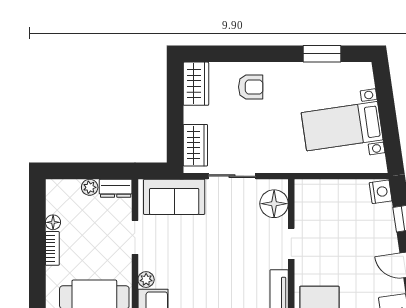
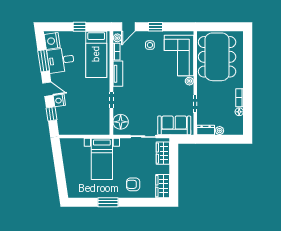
window: (322, 54) -> (108, 202), moved
bed with nightstands: (342, 126) -> (102, 159), moved, turned 98
nightstand: (381, 192) -> (59, 100), moved

